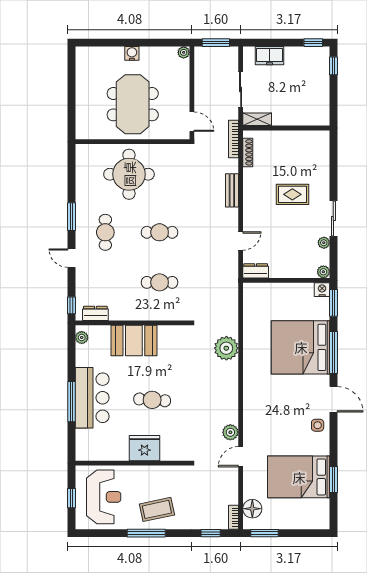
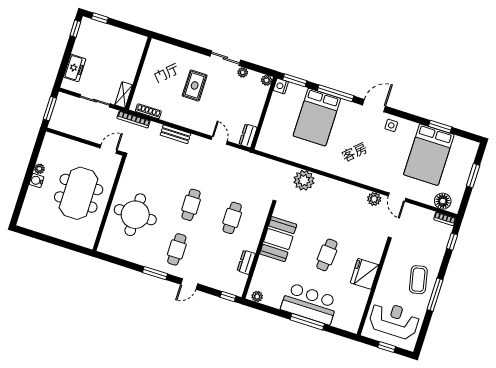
plant: (184, 52) -> (39, 169), moved
meeting table: (133, 104) -> (79, 193), turned 90
cafe table: (105, 232) -> (177, 249), turned 90
dresser: (95, 313) -> (246, 262), moved
booth: (134, 341) -> (278, 239), moved
bed: (301, 347) -> (317, 117), width x0.73
window: (264, 533) -> (473, 176), moved

